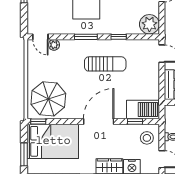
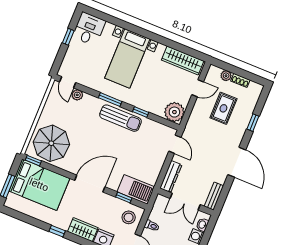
sun lounger: (105, 64) -> (120, 118), moved

